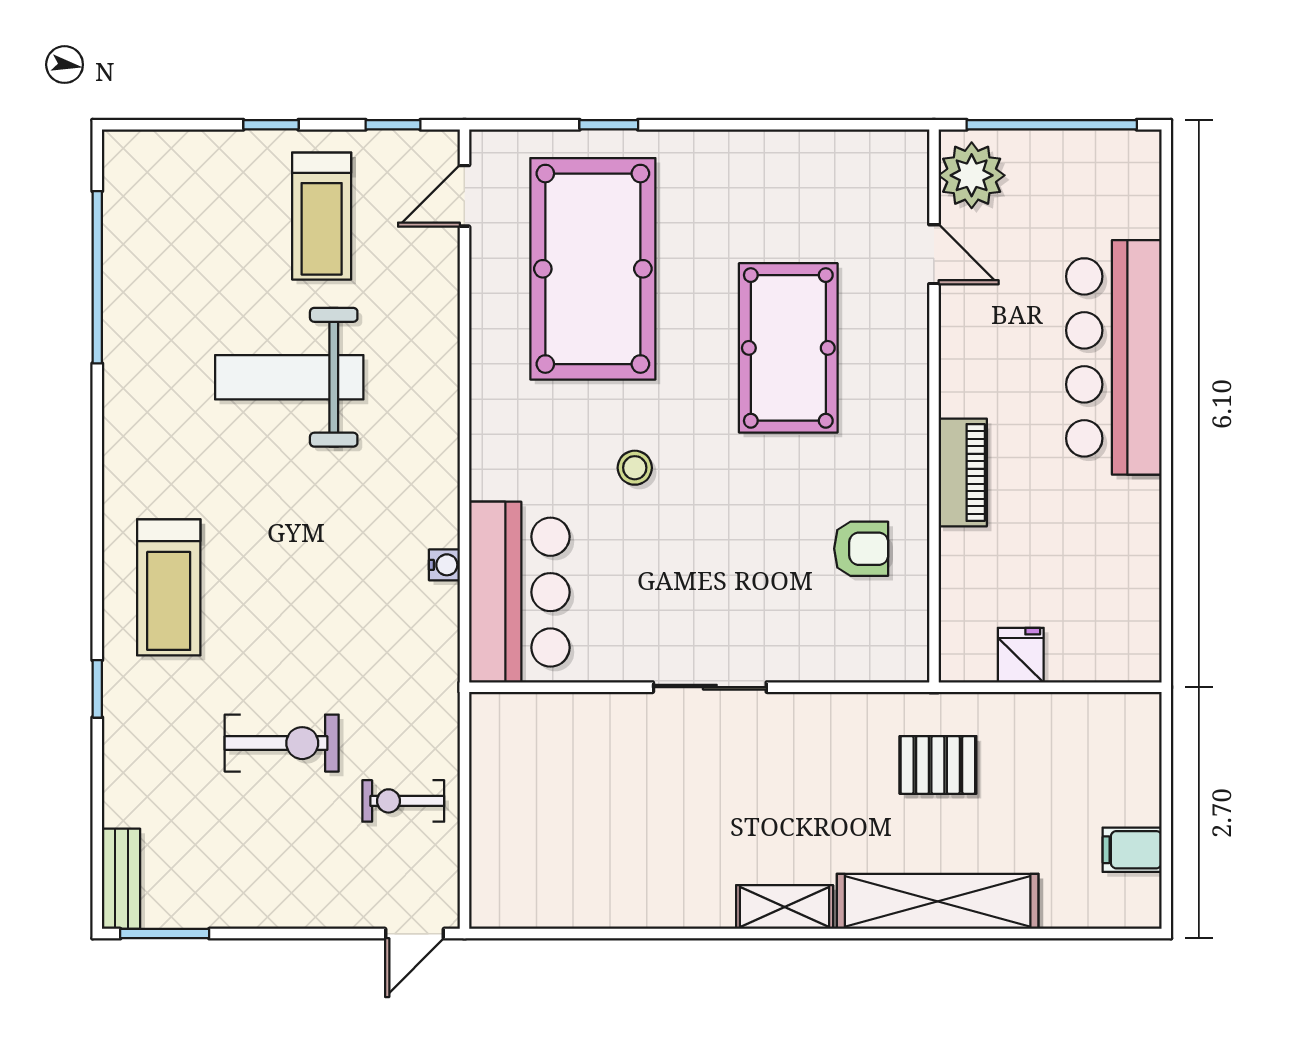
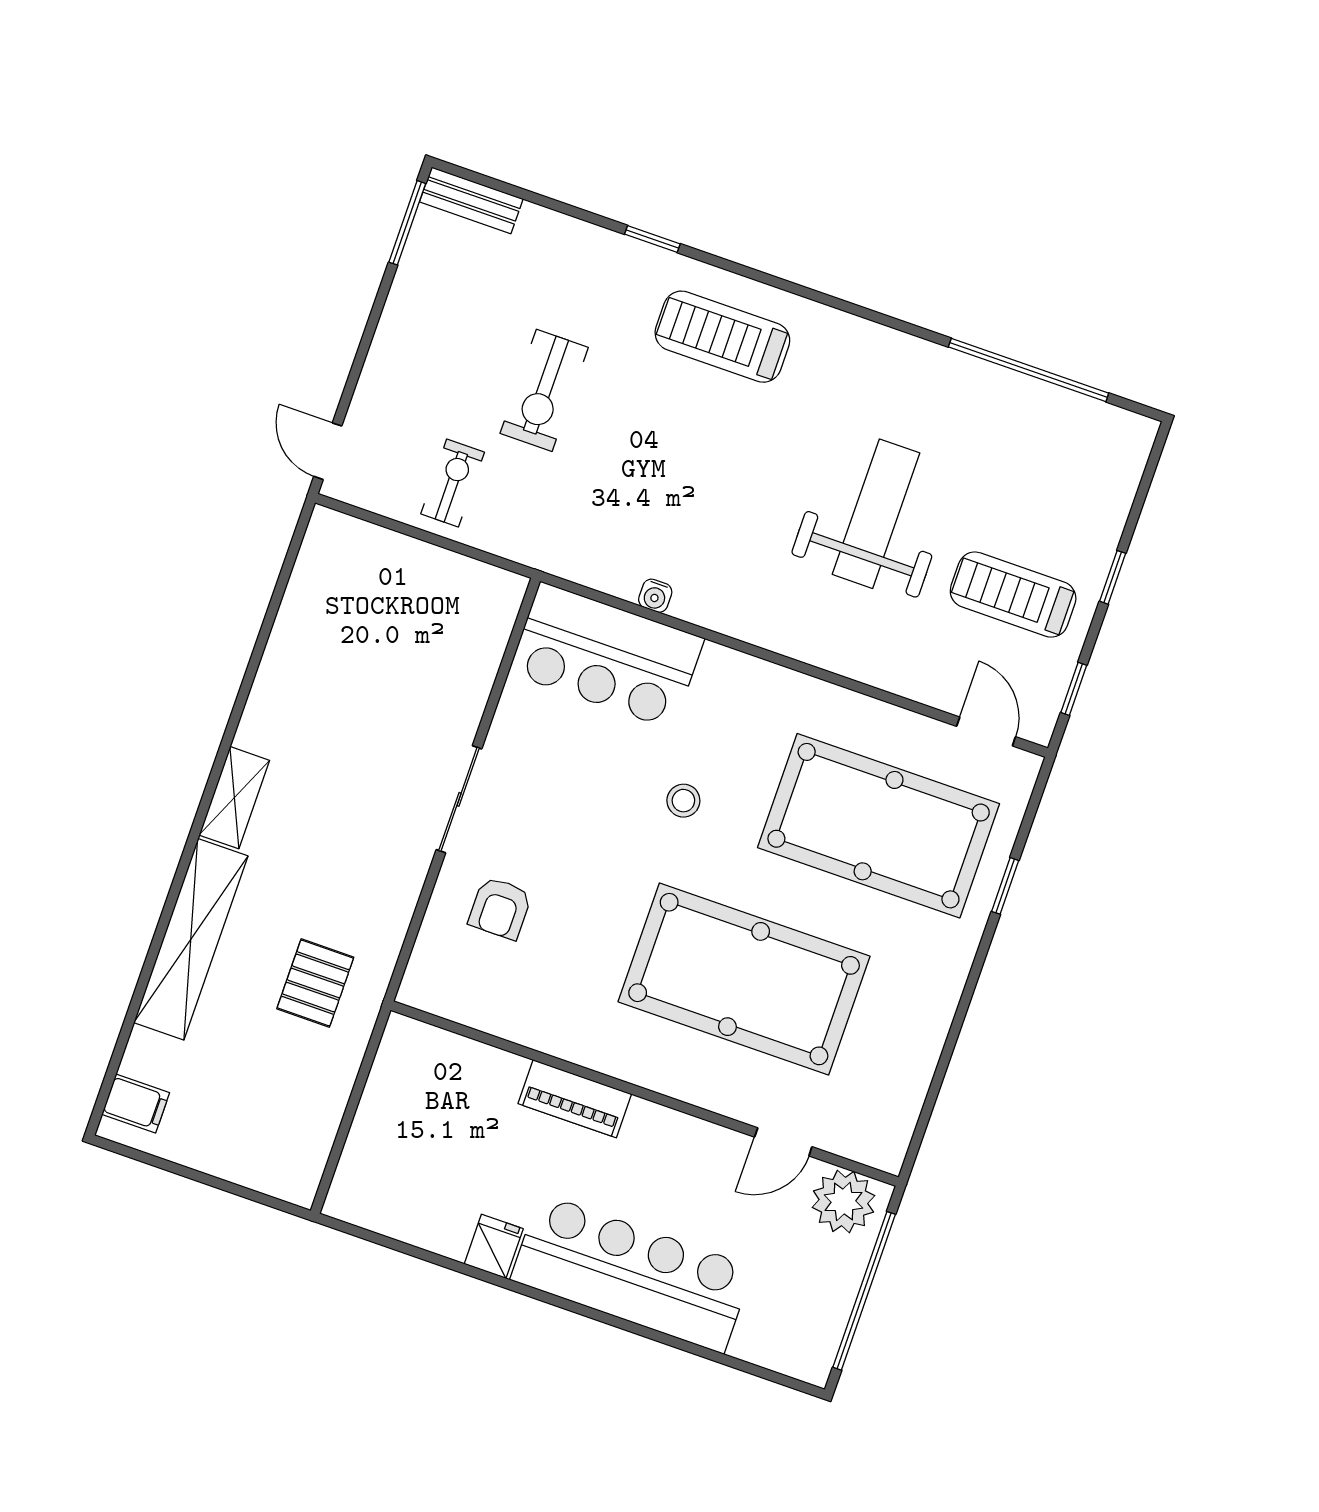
pool table: (788, 348) -> (744, 979), width x1.36, depth x1.32
armchair: (861, 549) -> (500, 908), moved
fridge: (1021, 655) -> (494, 1246), moved, turned -90
filing cabinet: (1132, 850) -> (136, 1104), moved, turned 90

